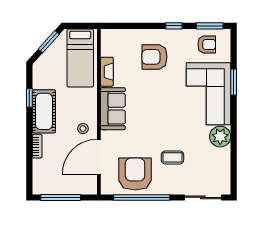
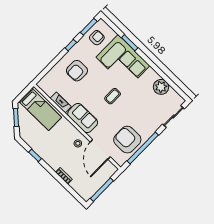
cot: (44, 111) -> (49, 155), removed
plant: (220, 137) -> (161, 87), moved
coffee table: (172, 157) -> (113, 96), moved

